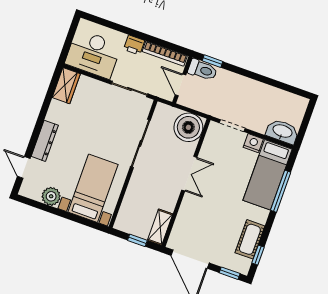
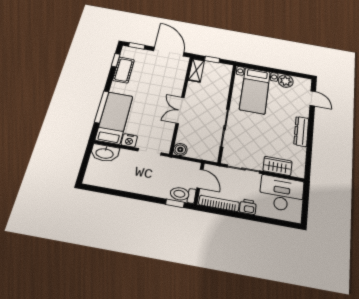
wardrobe: (66, 86) -> (278, 166), moved, turned 90
boiler: (188, 127) -> (180, 150), width x0.54, depth x0.54
dresser: (45, 141) -> (301, 131), moved

